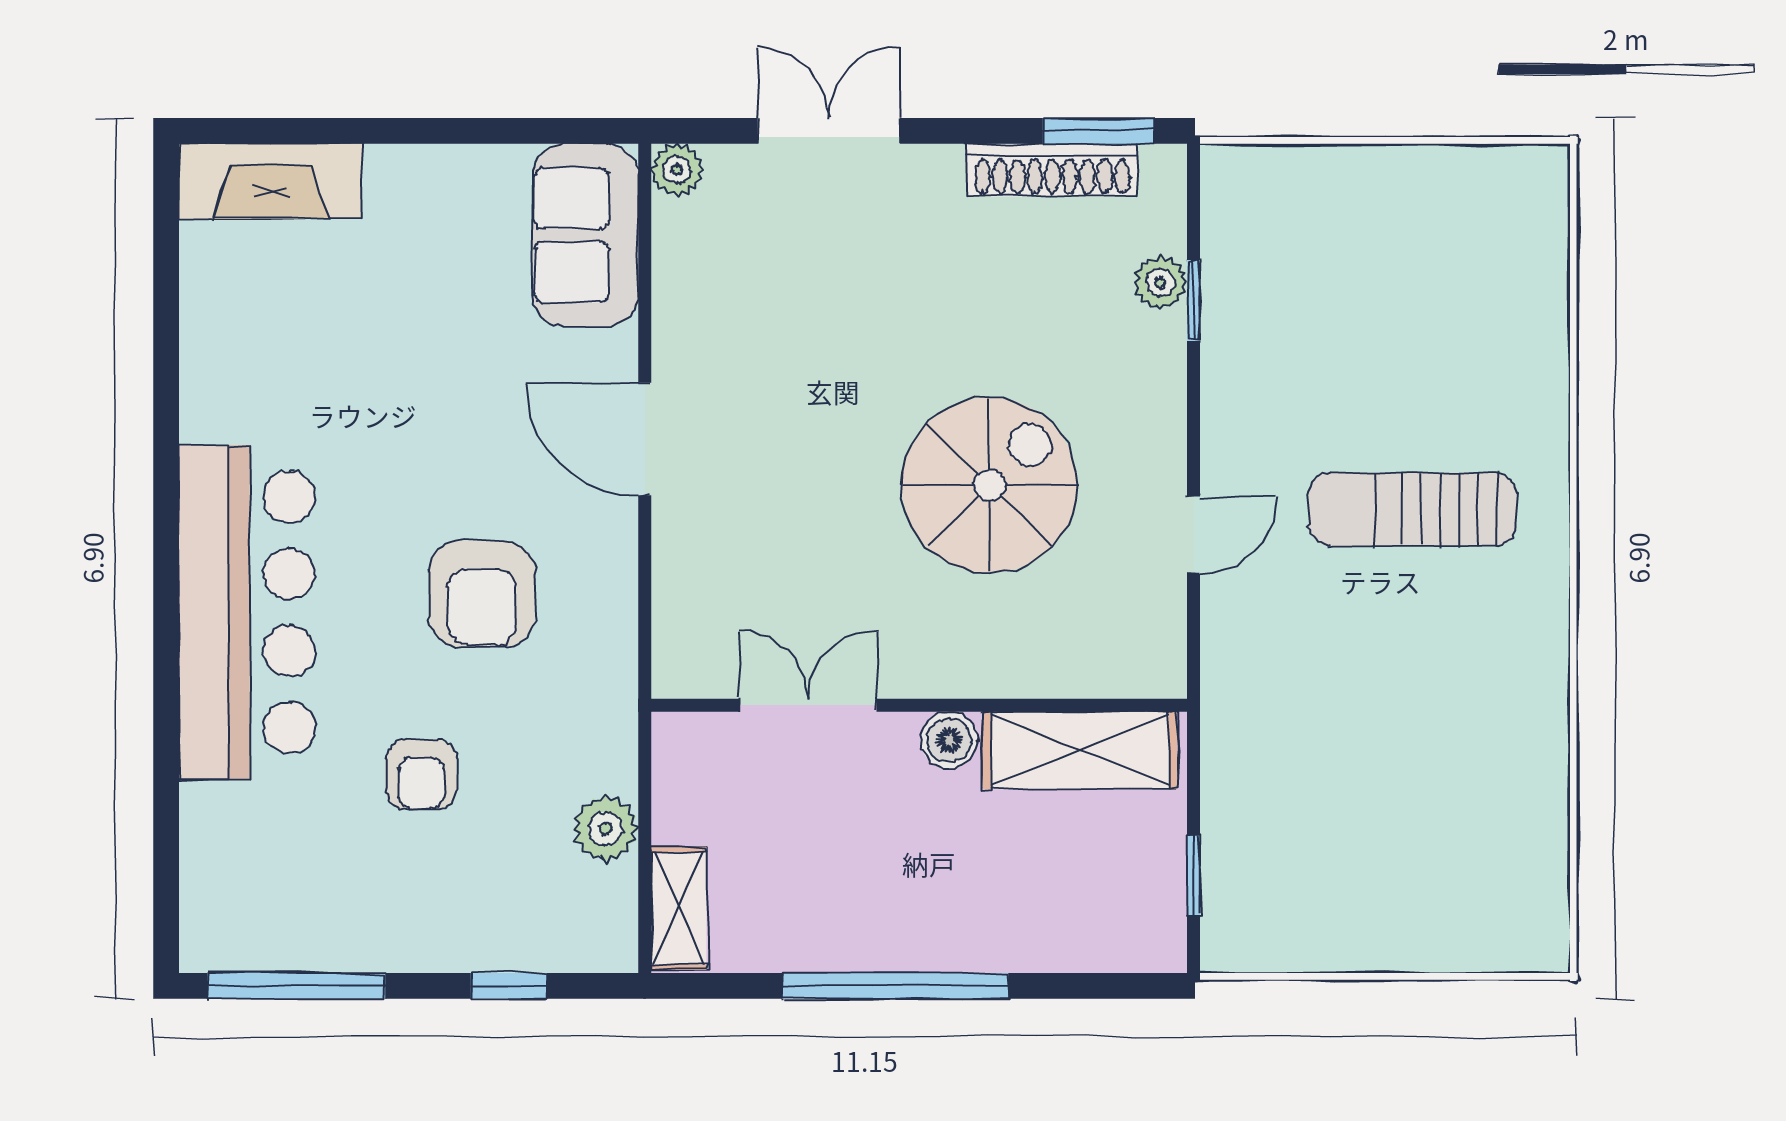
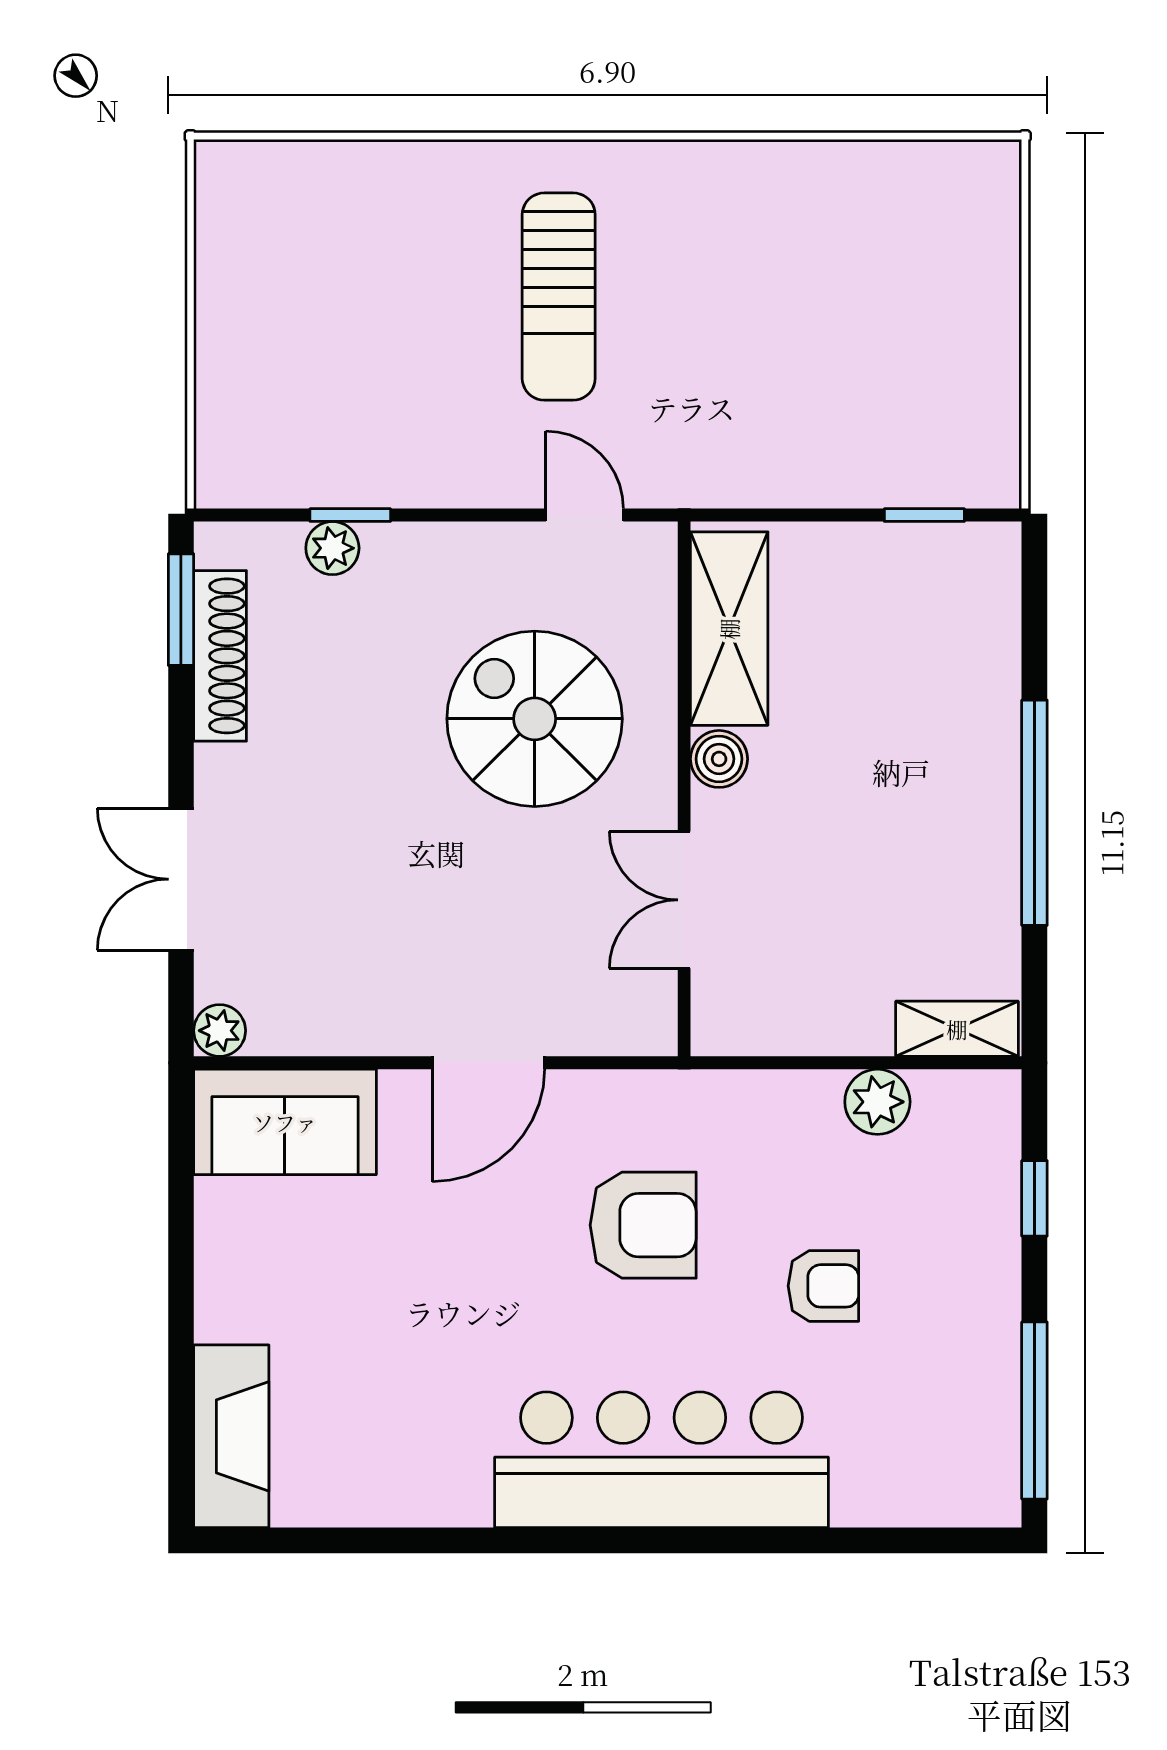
double door: (808, 705) -> (684, 900), moved
wall: (919, 705) -> (684, 789), moved
boiler: (949, 740) -> (719, 759), moved
shelving: (1080, 750) -> (729, 629), moved

